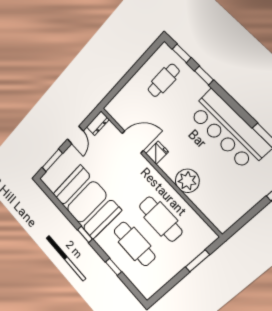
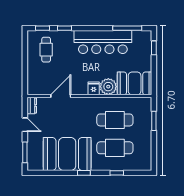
fridge: (157, 153) -> (94, 88), moved
booth: (217, 205) -> (135, 83), added

